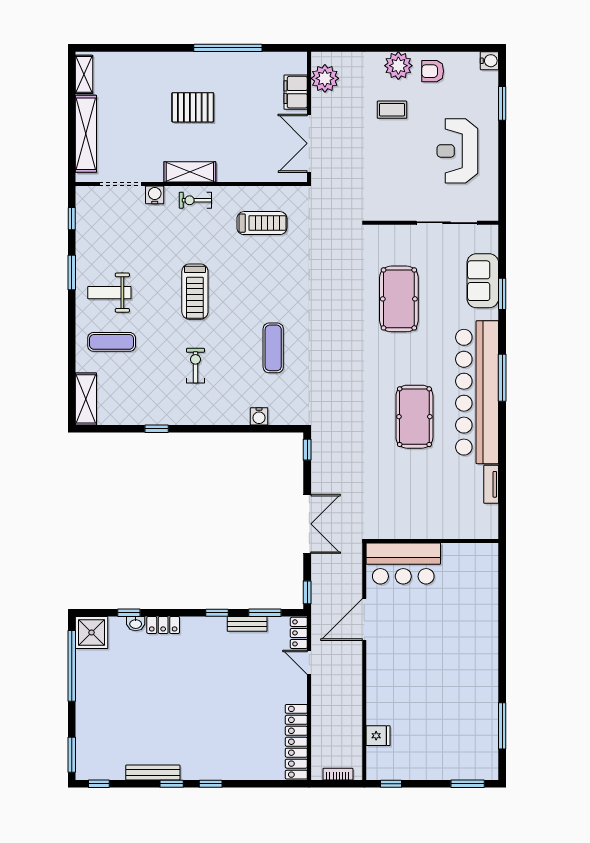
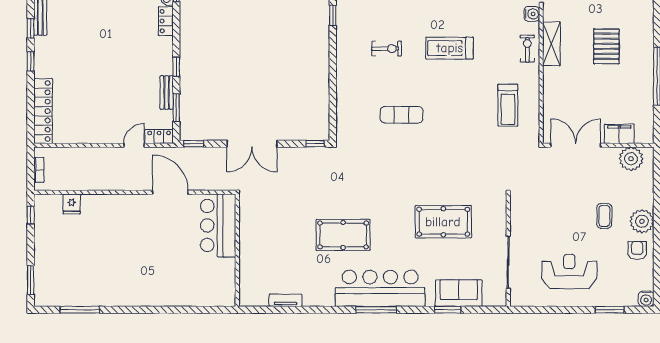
bar counter: (477, 392) -> (380, 288), width x0.73
water cooler: (259, 416) -> (343, 103), removed
locker: (296, 742) -> (43, 111), moved, turned 90

